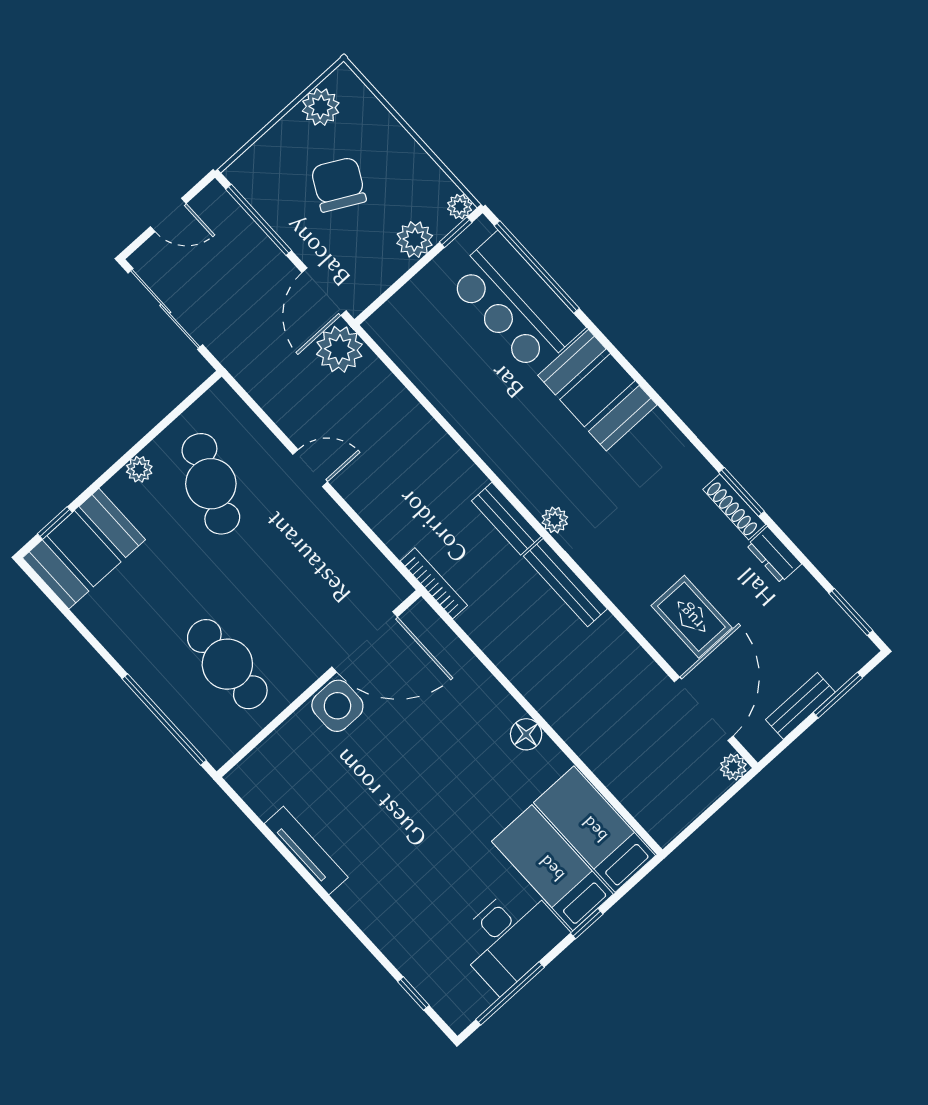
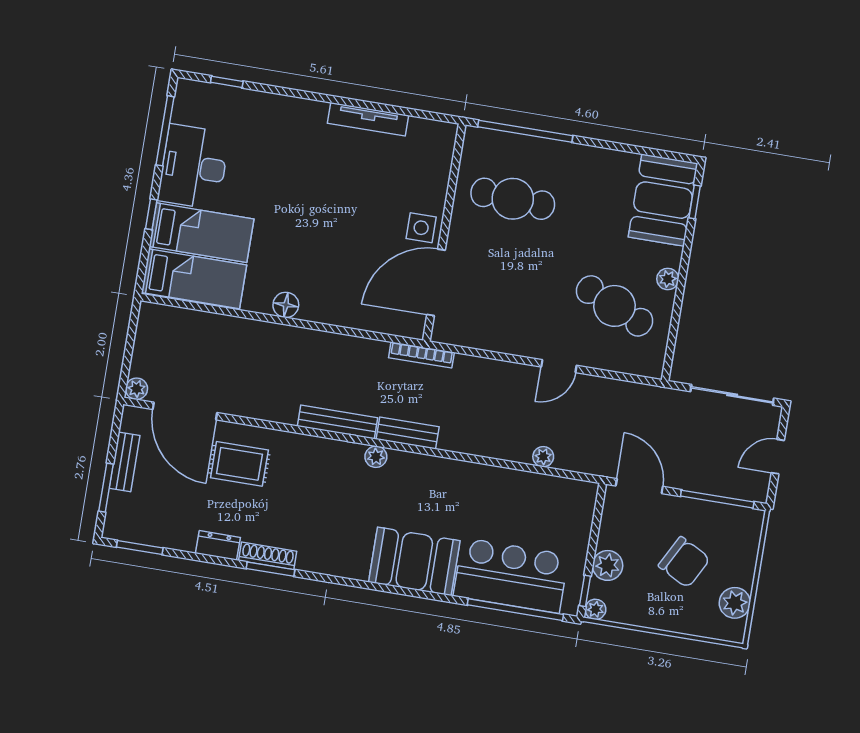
plant: (339, 349) -> (543, 457), moved, width x0.53, depth x0.53
side table: (337, 706) -> (421, 228), width x0.73, depth x0.73

